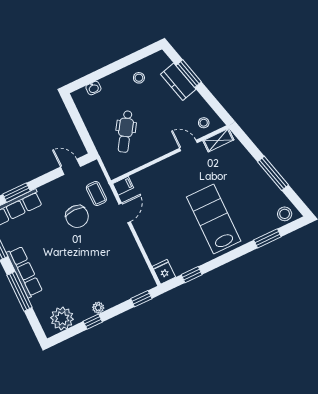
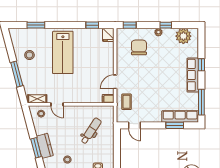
window: (273, 173) -> (17, 74), moved
stool: (285, 214) -> (29, 55), moved
chair: (77, 216) -> (139, 47), moved
window: (20, 291) -> (201, 65), width x0.46

